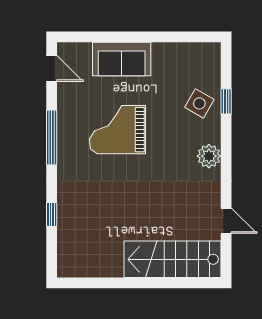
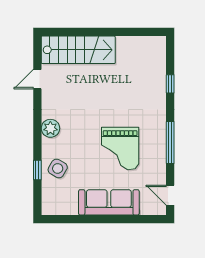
sofa: (122, 59) -> (109, 202), width x1.36
grand piano: (117, 130) -> (120, 149), turned 90
door: (226, 221) -> (37, 79), hinge flipped

